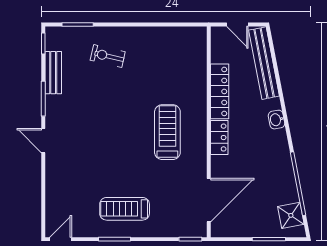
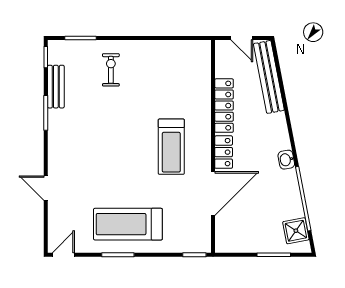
exercise bike: (108, 56) -> (111, 70), turned 77
washbasin: (276, 120) -> (286, 160), moved
treadmill: (167, 132) -> (171, 147), turned 180
door: (43, 141) -> (46, 188), moved
door: (209, 200) -> (213, 194), moved
treadmill: (125, 209) -> (128, 224), width x1.37, depth x1.38

